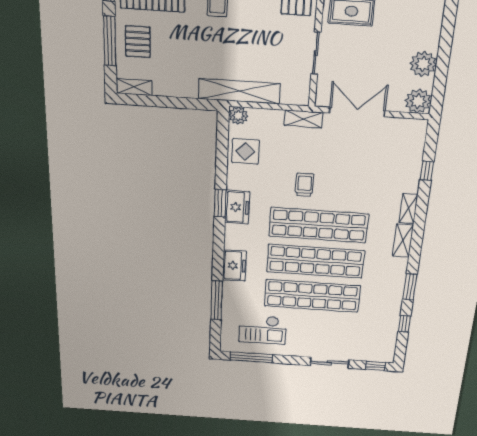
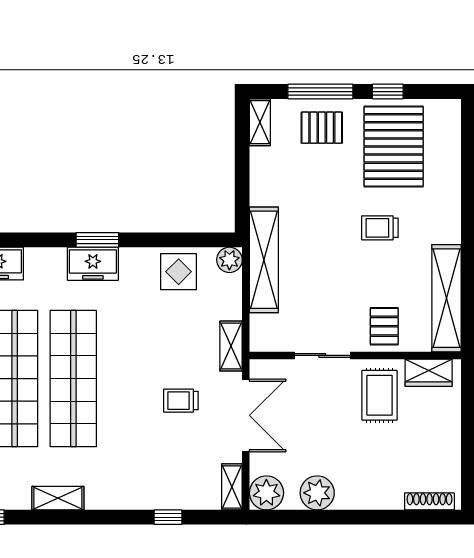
trolley: (304, 185) -> (181, 401), moved, turned 180
shelving: (408, 209) -> (232, 487), moved, turned 90

